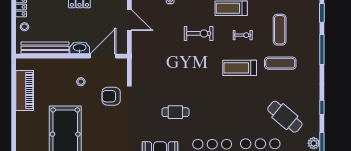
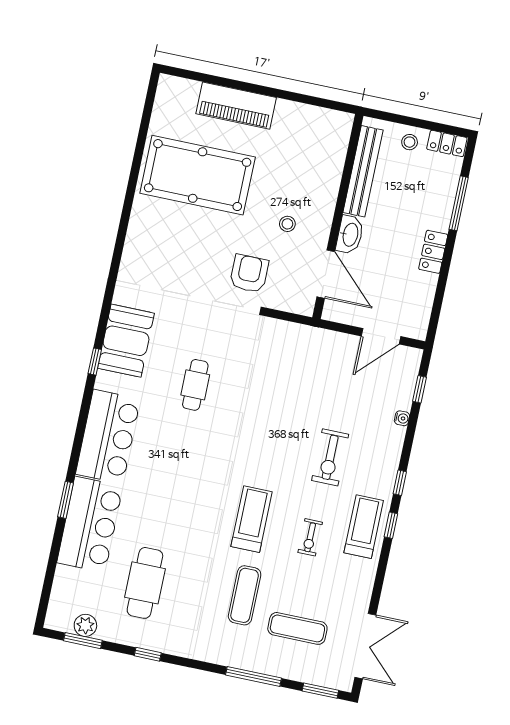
exercise mat: (280, 30) -> (297, 628), moved
piano: (25, 90) -> (236, 106), moved
cafe table: (285, 117) -> (145, 583), turned -40

